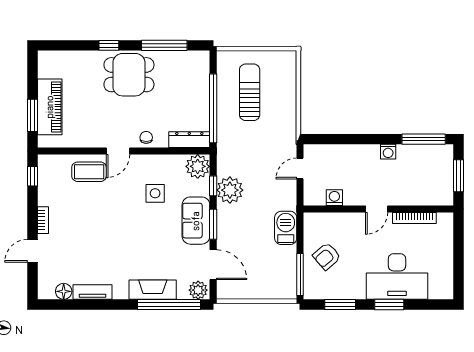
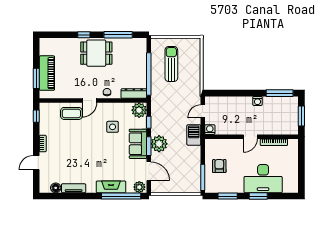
plant: (230, 190) -> (159, 144), moved
washing machine: (334, 198) -> (210, 130), moved
barbecue: (286, 228) -> (194, 135), moved
armchair: (327, 256) -> (219, 166), turned 131

